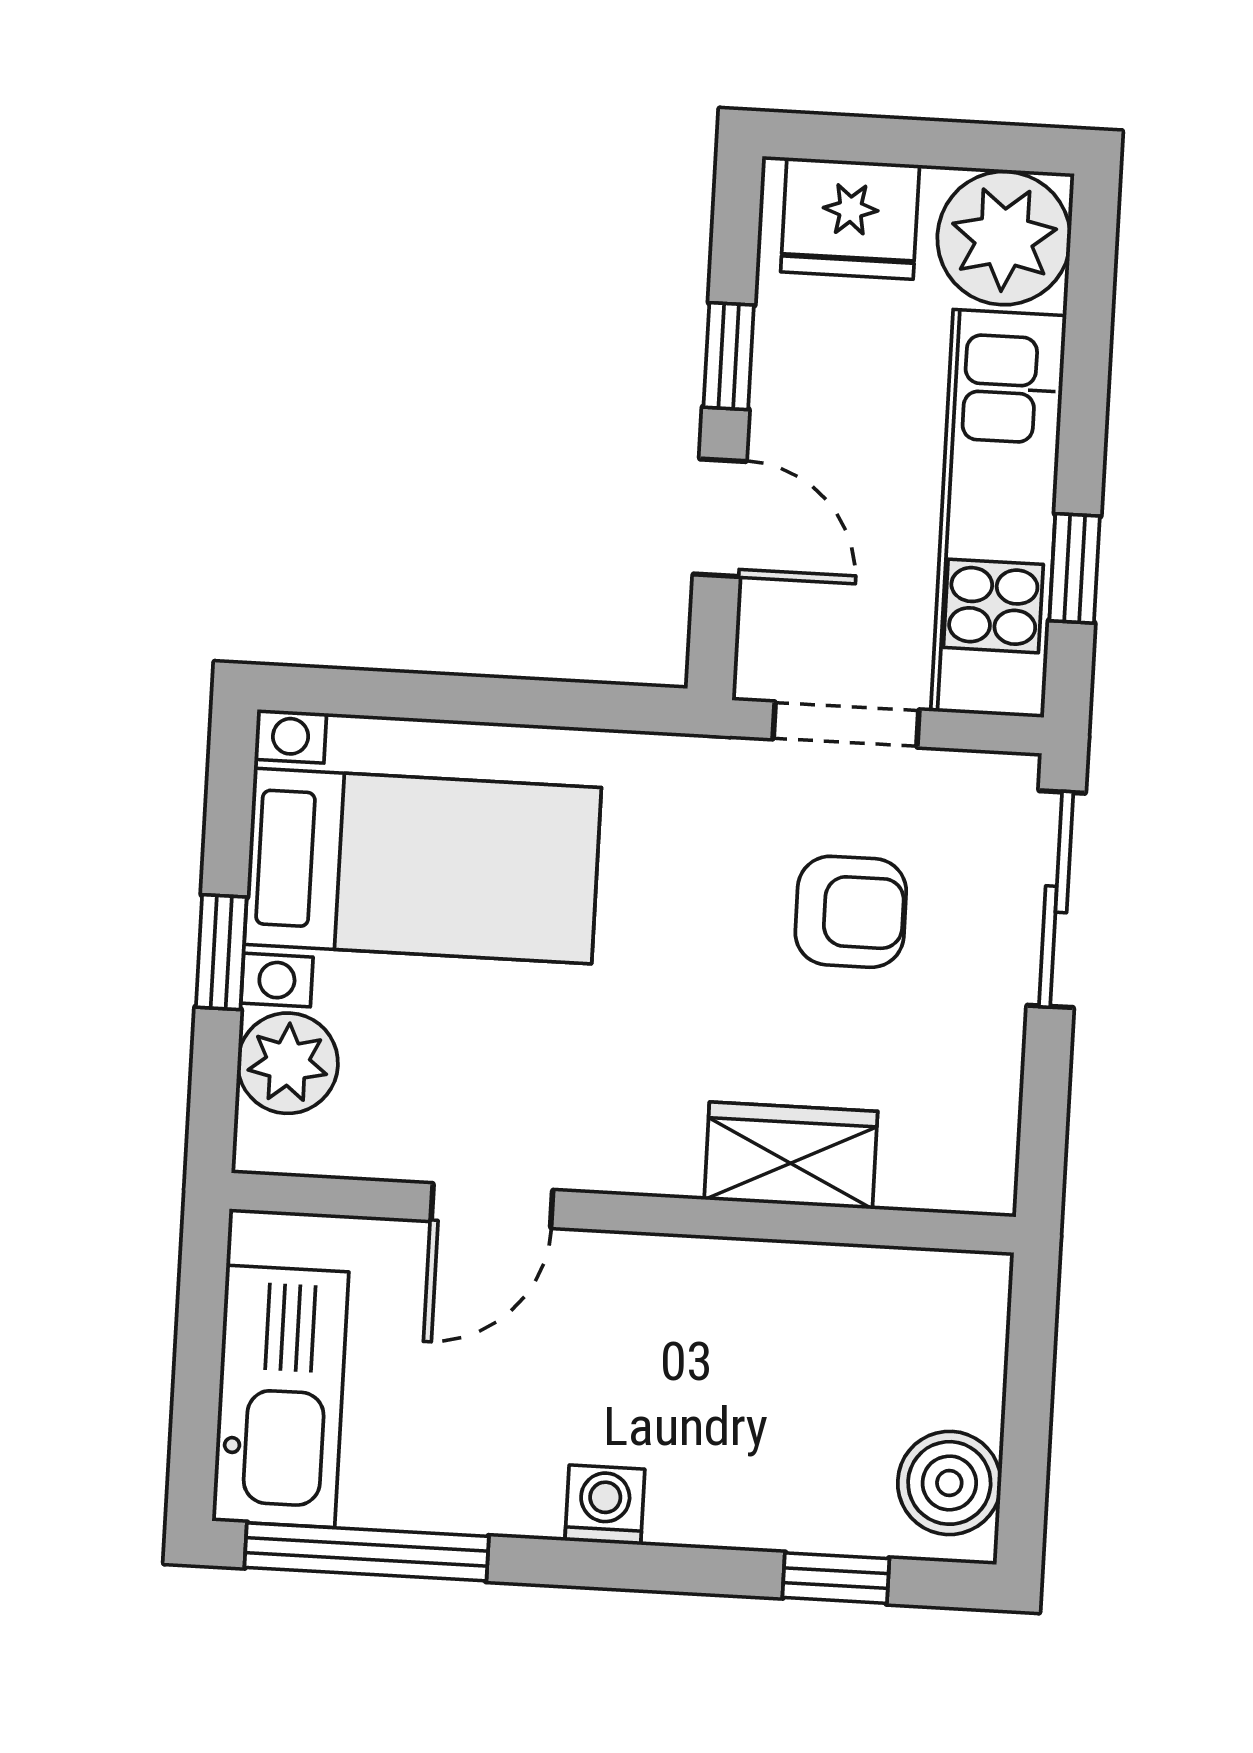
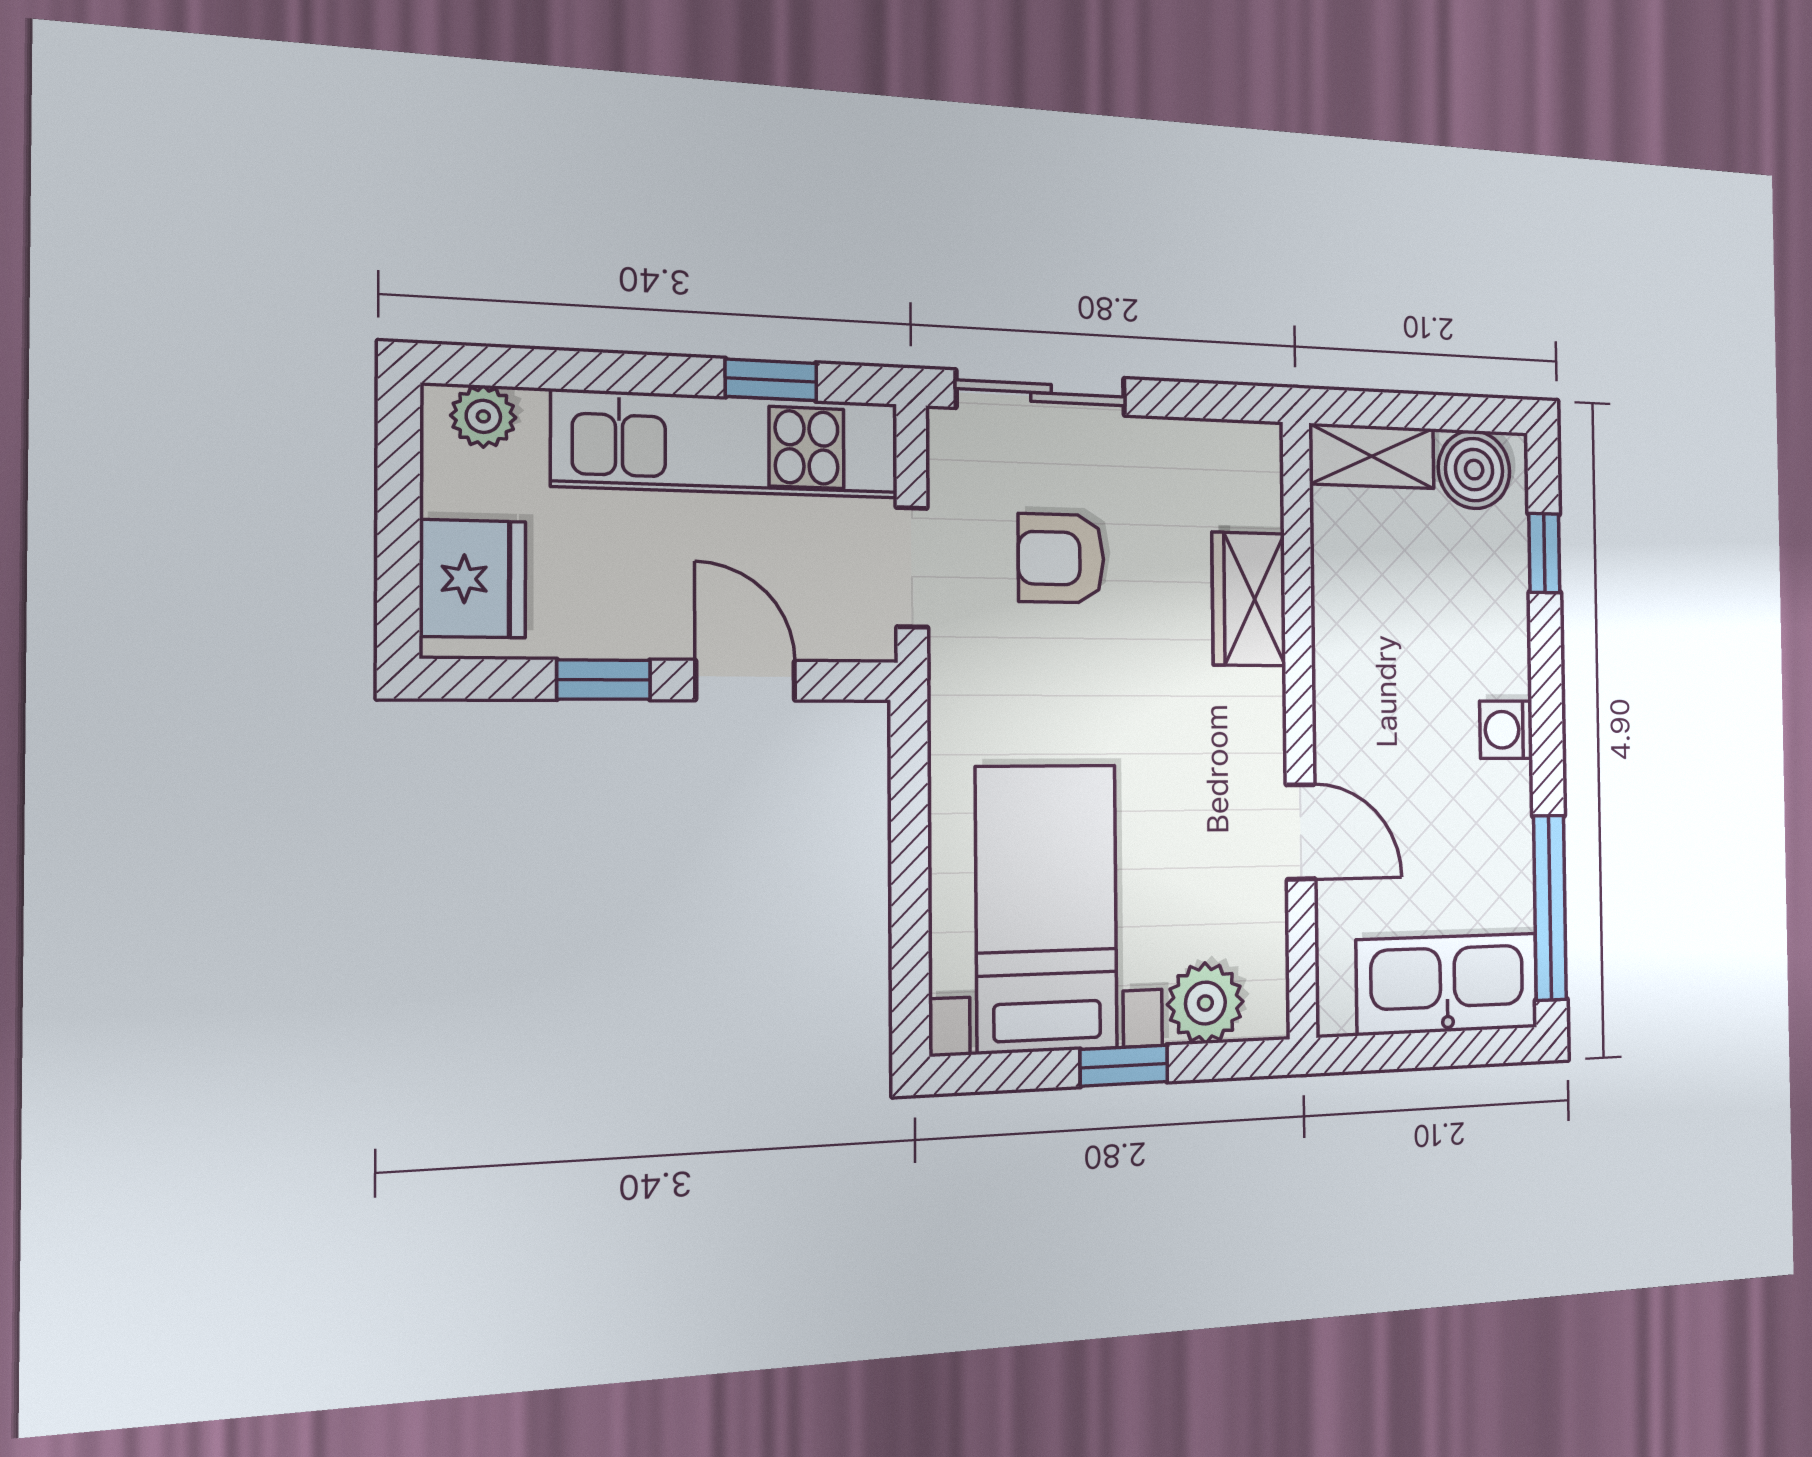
plant: (1004, 238) -> (483, 416), width x0.53, depth x0.53
door: (720, 518) -> (745, 680), hinge flipped
armchair: (851, 912) -> (1061, 558), turned -90
shelving: (970, 1338) -> (1372, 456), added

